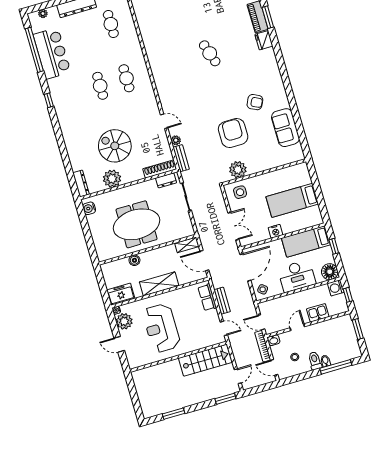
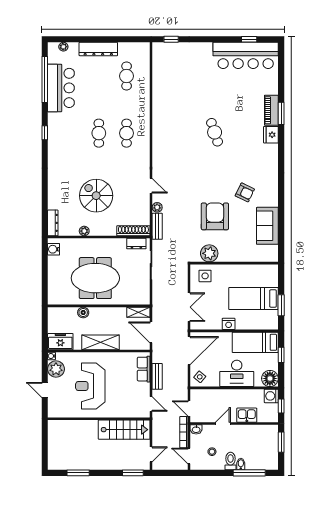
plant: (112, 179) -> (84, 231), width x0.53, depth x0.53
window: (320, 199) -> (281, 305), added

